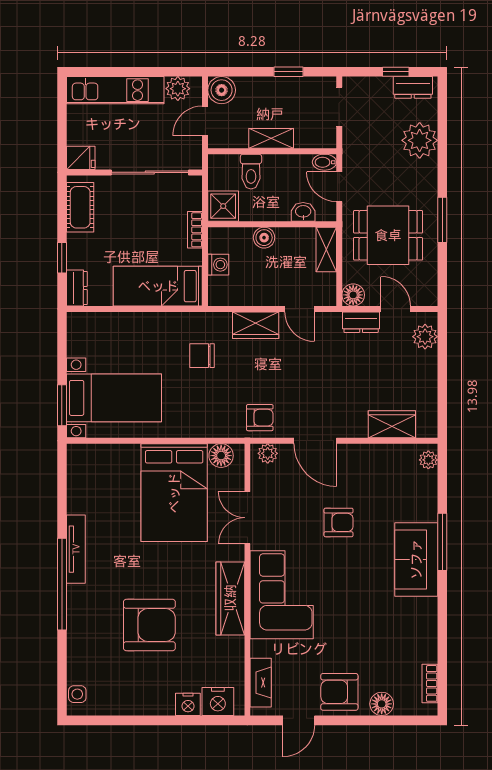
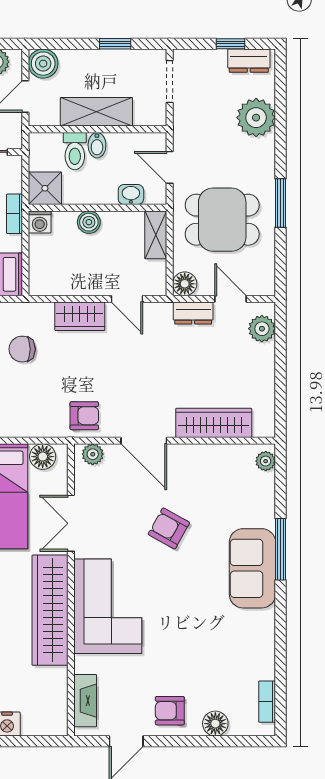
shelving: (271, 138) -> (96, 112), width x1.50, depth x1.33
bidet: (324, 162) -> (97, 145), moved, turned -90
washing machine: (218, 265) -> (40, 222), moved, turned 90
wardrobe: (392, 424) -> (214, 423), width x1.50
armchair: (339, 522) -> (169, 528), turned -151
wardrobe: (230, 598) -> (50, 610), width x1.40, depth x1.17
armchair: (339, 692) -> (170, 711), width x0.72, depth x0.72
nightstand: (218, 701) -> (39, 721), removed

